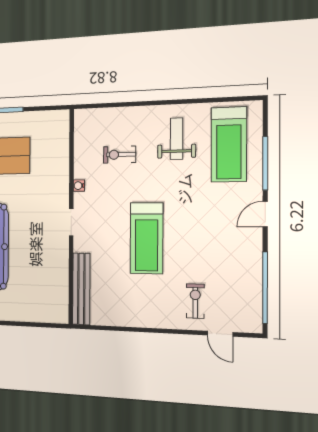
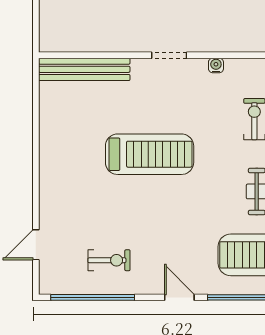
treadmill: (147, 238) -> (150, 154), turned 180
exercise bike: (195, 301) -> (109, 260), moved

